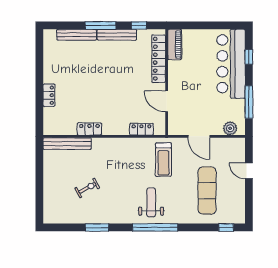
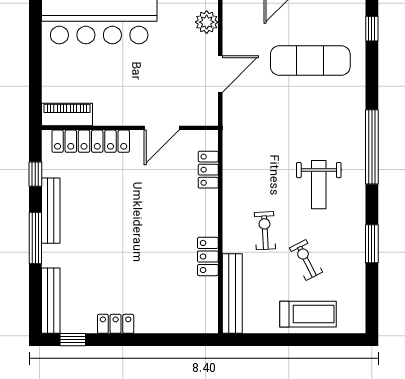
bench: (77, 35) -> (51, 301), moved
window: (39, 48) -> (73, 340), added
locker: (49, 95) -> (116, 324), moved
treadmill: (163, 160) -> (308, 314), moved
exercise bike: (105, 163) -> (265, 231), added
weight bench: (151, 202) -> (319, 185), moved, turned -90

